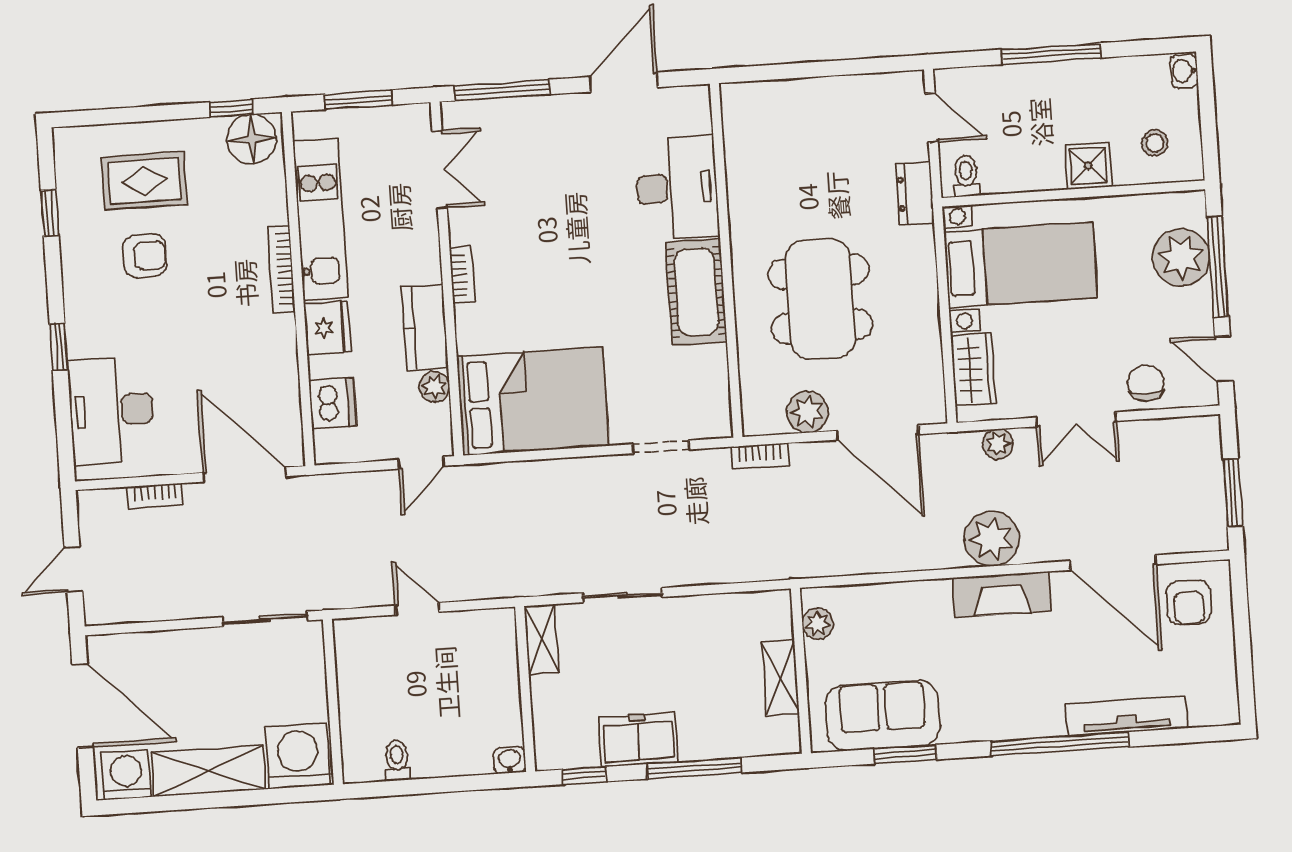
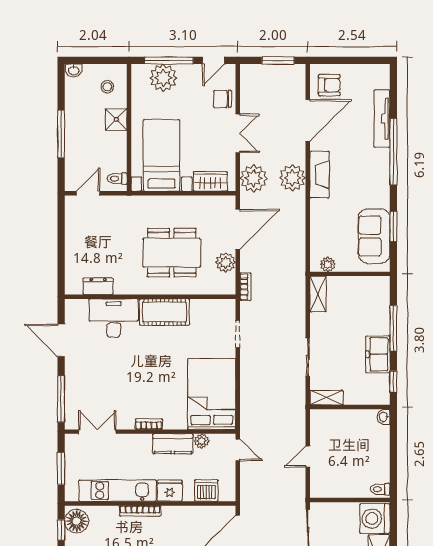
dresser: (915, 193) -> (98, 286), moved, turned 180
plant: (998, 444) -> (254, 178), width x1.87, depth x1.87
shelving: (780, 677) -> (318, 294), moved, turned 90
toilet: (397, 760) -> (380, 489), moved

